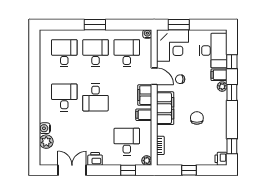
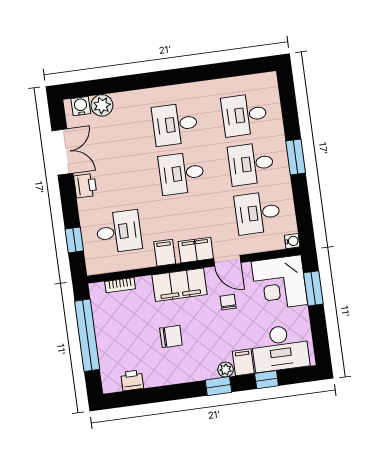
desk: (64, 53) -> (244, 115), turned 180
desk: (96, 53) -> (251, 164), turned 180
desk: (127, 53) -> (258, 213), turned 180
door: (154, 76) -> (227, 261), hinge flipped
desk: (64, 97) -> (175, 124), turned 180
water cooler: (45, 128) -> (81, 106), moved
window: (232, 146) -> (134, 398), removed
printer: (221, 159) -> (132, 380), moved
plant: (147, 161) -> (94, 267), removed
window: (189, 170) -> (87, 335), width x3.17

